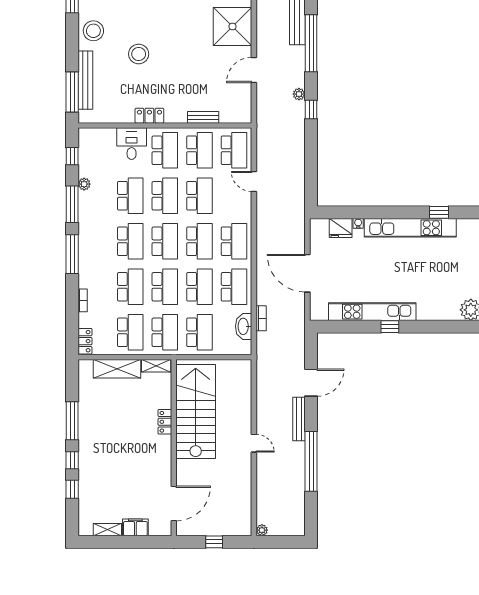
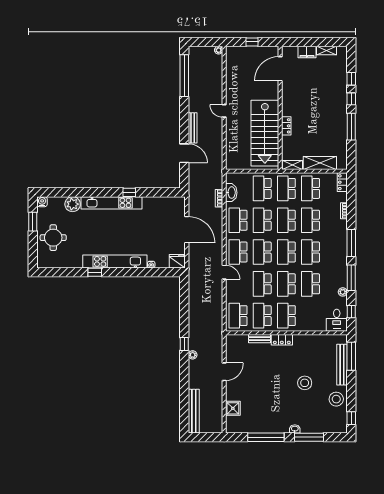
shower: (232, 26) -> (233, 408), width x0.54, depth x0.54
window: (311, 43) -> (184, 390), removed
locker: (149, 116) -> (282, 340), moved
desk: (132, 144) -> (337, 320), moved
door: (254, 181) -> (224, 272), moved
fridge: (341, 228) -> (177, 261), moved
kitchen unit: (372, 312) -> (111, 203), moved
door: (311, 383) -> (184, 153), swing flipped
window: (311, 461) -> (184, 76), moved

